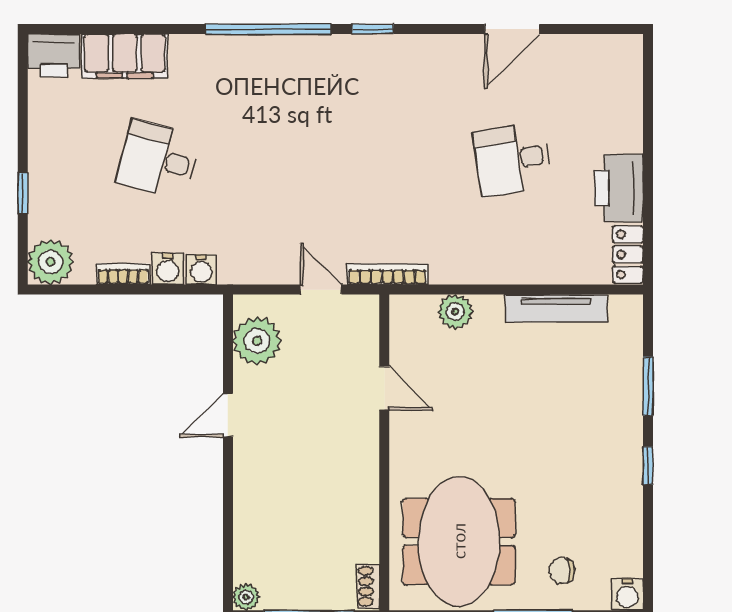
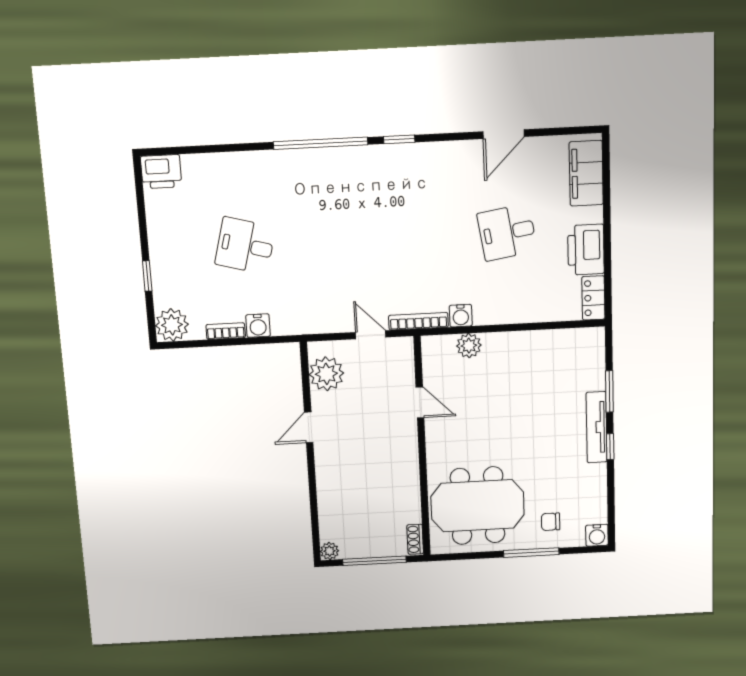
filing cabinet: (125, 56) -> (586, 173), moved, turned 90
water cooler: (201, 270) -> (461, 316), moved
tv unit: (556, 308) -> (597, 427), moved, turned 90
meeting table: (459, 541) -> (478, 506), turned 90

